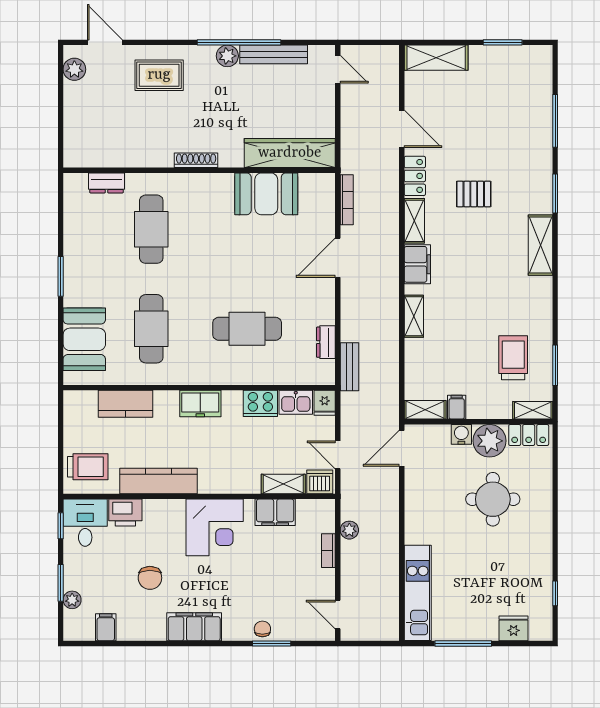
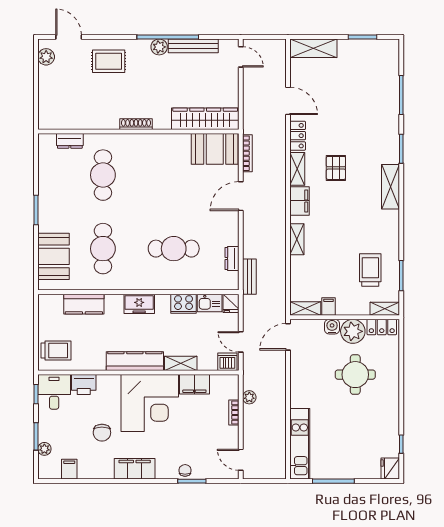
booth: (266, 194) -> (215, 149), moved
pallet: (474, 194) -> (336, 168), moved, turned 90
kitchen counter: (158, 481) -> (135, 361), moved
shelving: (283, 484) -> (181, 363), moved
corner desk: (215, 527) -> (150, 403), width x1.36, depth x1.36
fridge: (514, 628) -> (390, 469), moved, turned -90

